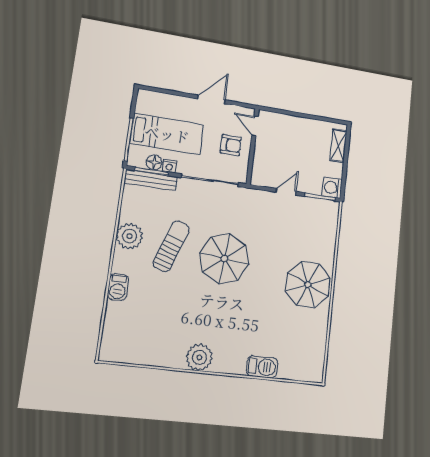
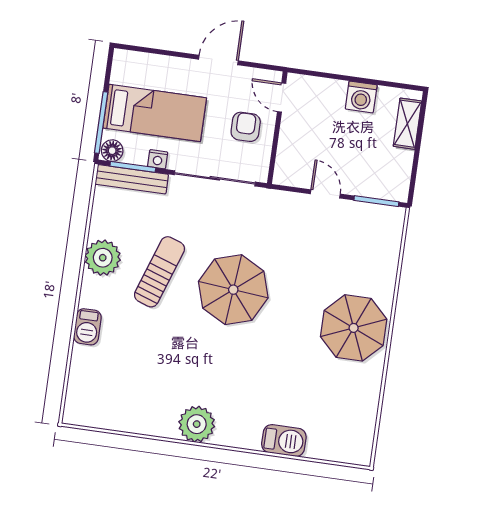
armchair: (231, 145) -> (246, 127), turned -90
floor lamp: (154, 162) -> (112, 151), moved
washing machine: (332, 188) -> (361, 97), moved, turned -90
door: (286, 192) -> (325, 194), hinge flipped

